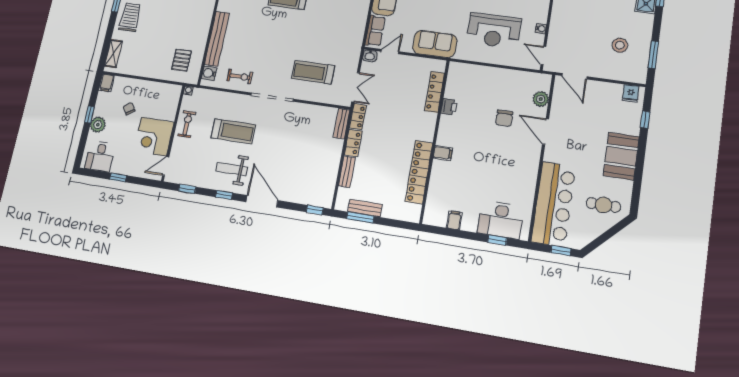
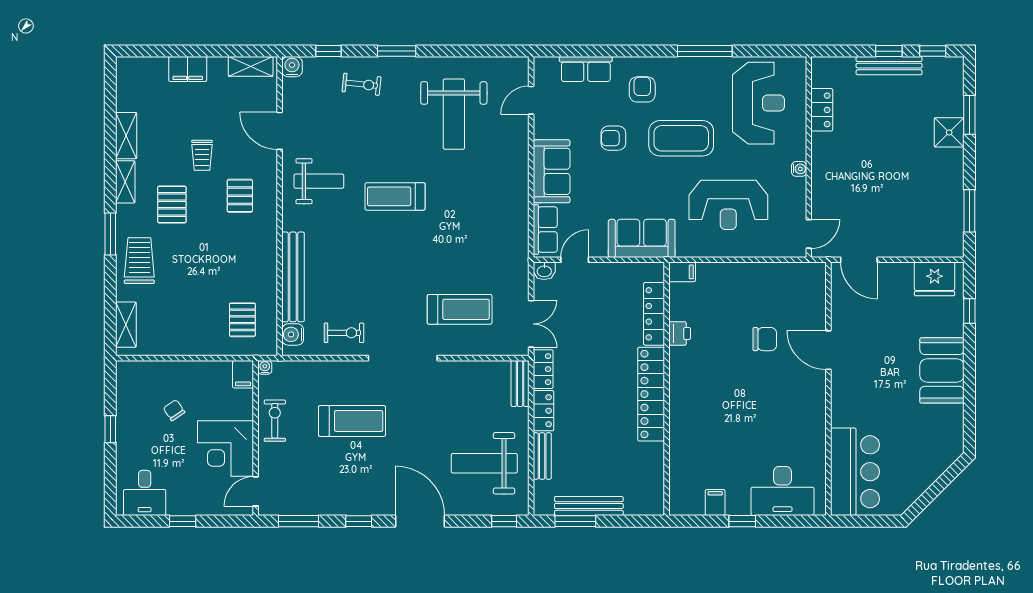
water cooler: (541, 29) -> (799, 169), moved
stool: (620, 45) -> (919, 203), removed
door: (543, 55) -> (809, 234), swing flipped
treadmill: (313, 72) -> (460, 309), turned 180
filing cabinet: (107, 83) -> (243, 374), moved
fridge: (631, 94) -> (935, 279), width x1.88, depth x1.34
plant: (541, 99) -> (814, 302), removed
chair: (504, 118) -> (765, 339), turned -90
plant: (98, 125) -> (128, 443), removed
filing cabinet: (443, 153) -> (682, 272), moved
weight bench: (232, 169) -> (484, 463), moved, width x1.36, depth x1.33
locker: (419, 172) -> (651, 394), moved
window: (187, 189) -> (298, 521), width x1.50
bar counter: (554, 204) -> (855, 472), width x0.73
cafe table: (603, 205) -> (926, 446), removed
bench: (365, 208) -> (589, 506), width x1.36
window: (497, 240) -> (742, 521), moved
window: (561, 251) -> (875, 521), removed

